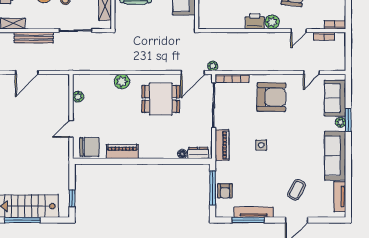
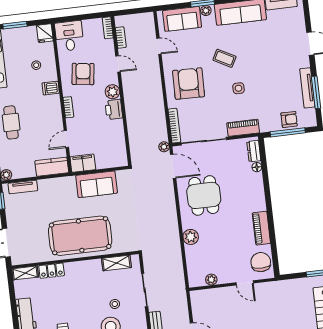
coffee table: (296, 190) -> (224, 58), moved

